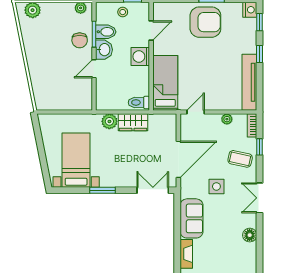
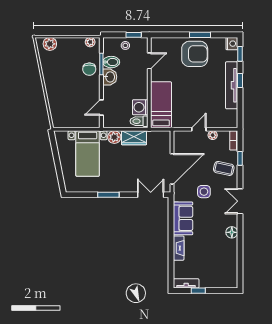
washing machine: (140, 56) -> (140, 107), moved
door: (94, 69) -> (101, 108), moved
tv unit: (249, 82) -> (232, 85), moved
door: (196, 112) -> (199, 129), moved
bed with nightstands: (76, 160) -> (88, 154), moved, turned 180

